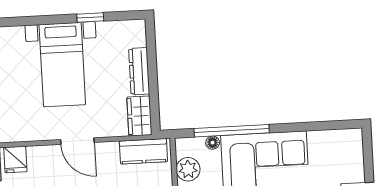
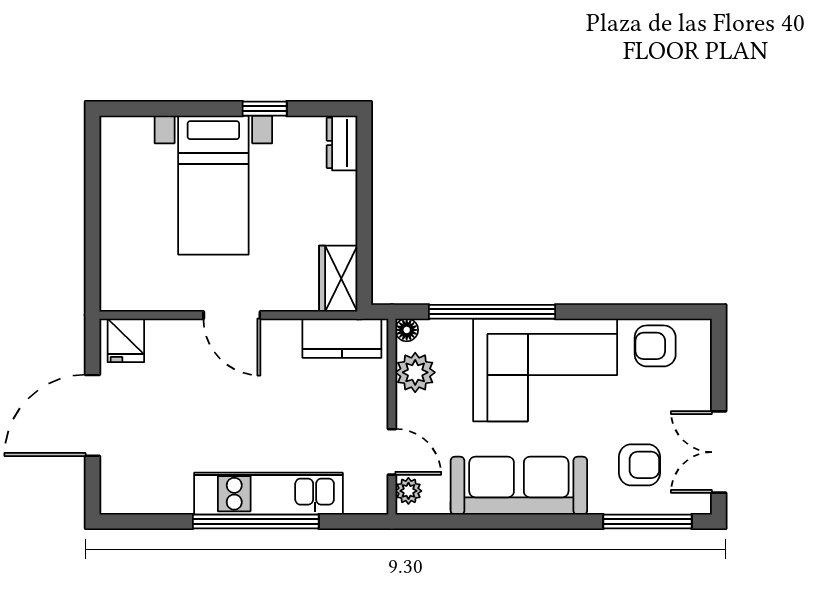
dresser: (139, 71) -> (342, 143), moved, width x0.70
floor lamp: (213, 143) -> (407, 330), moved
armchair: (330, 146) -> (655, 346), added

